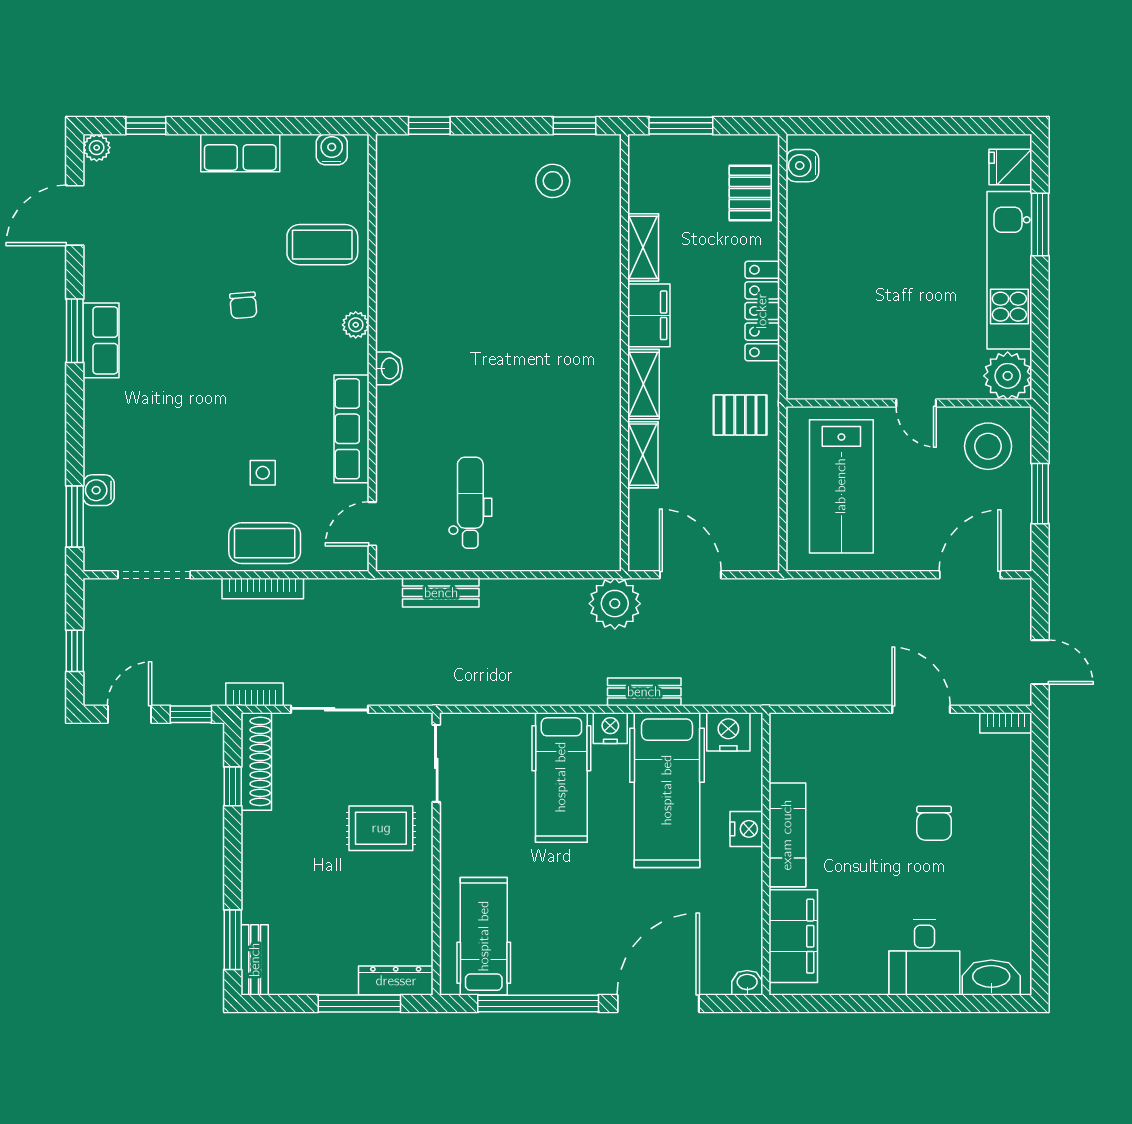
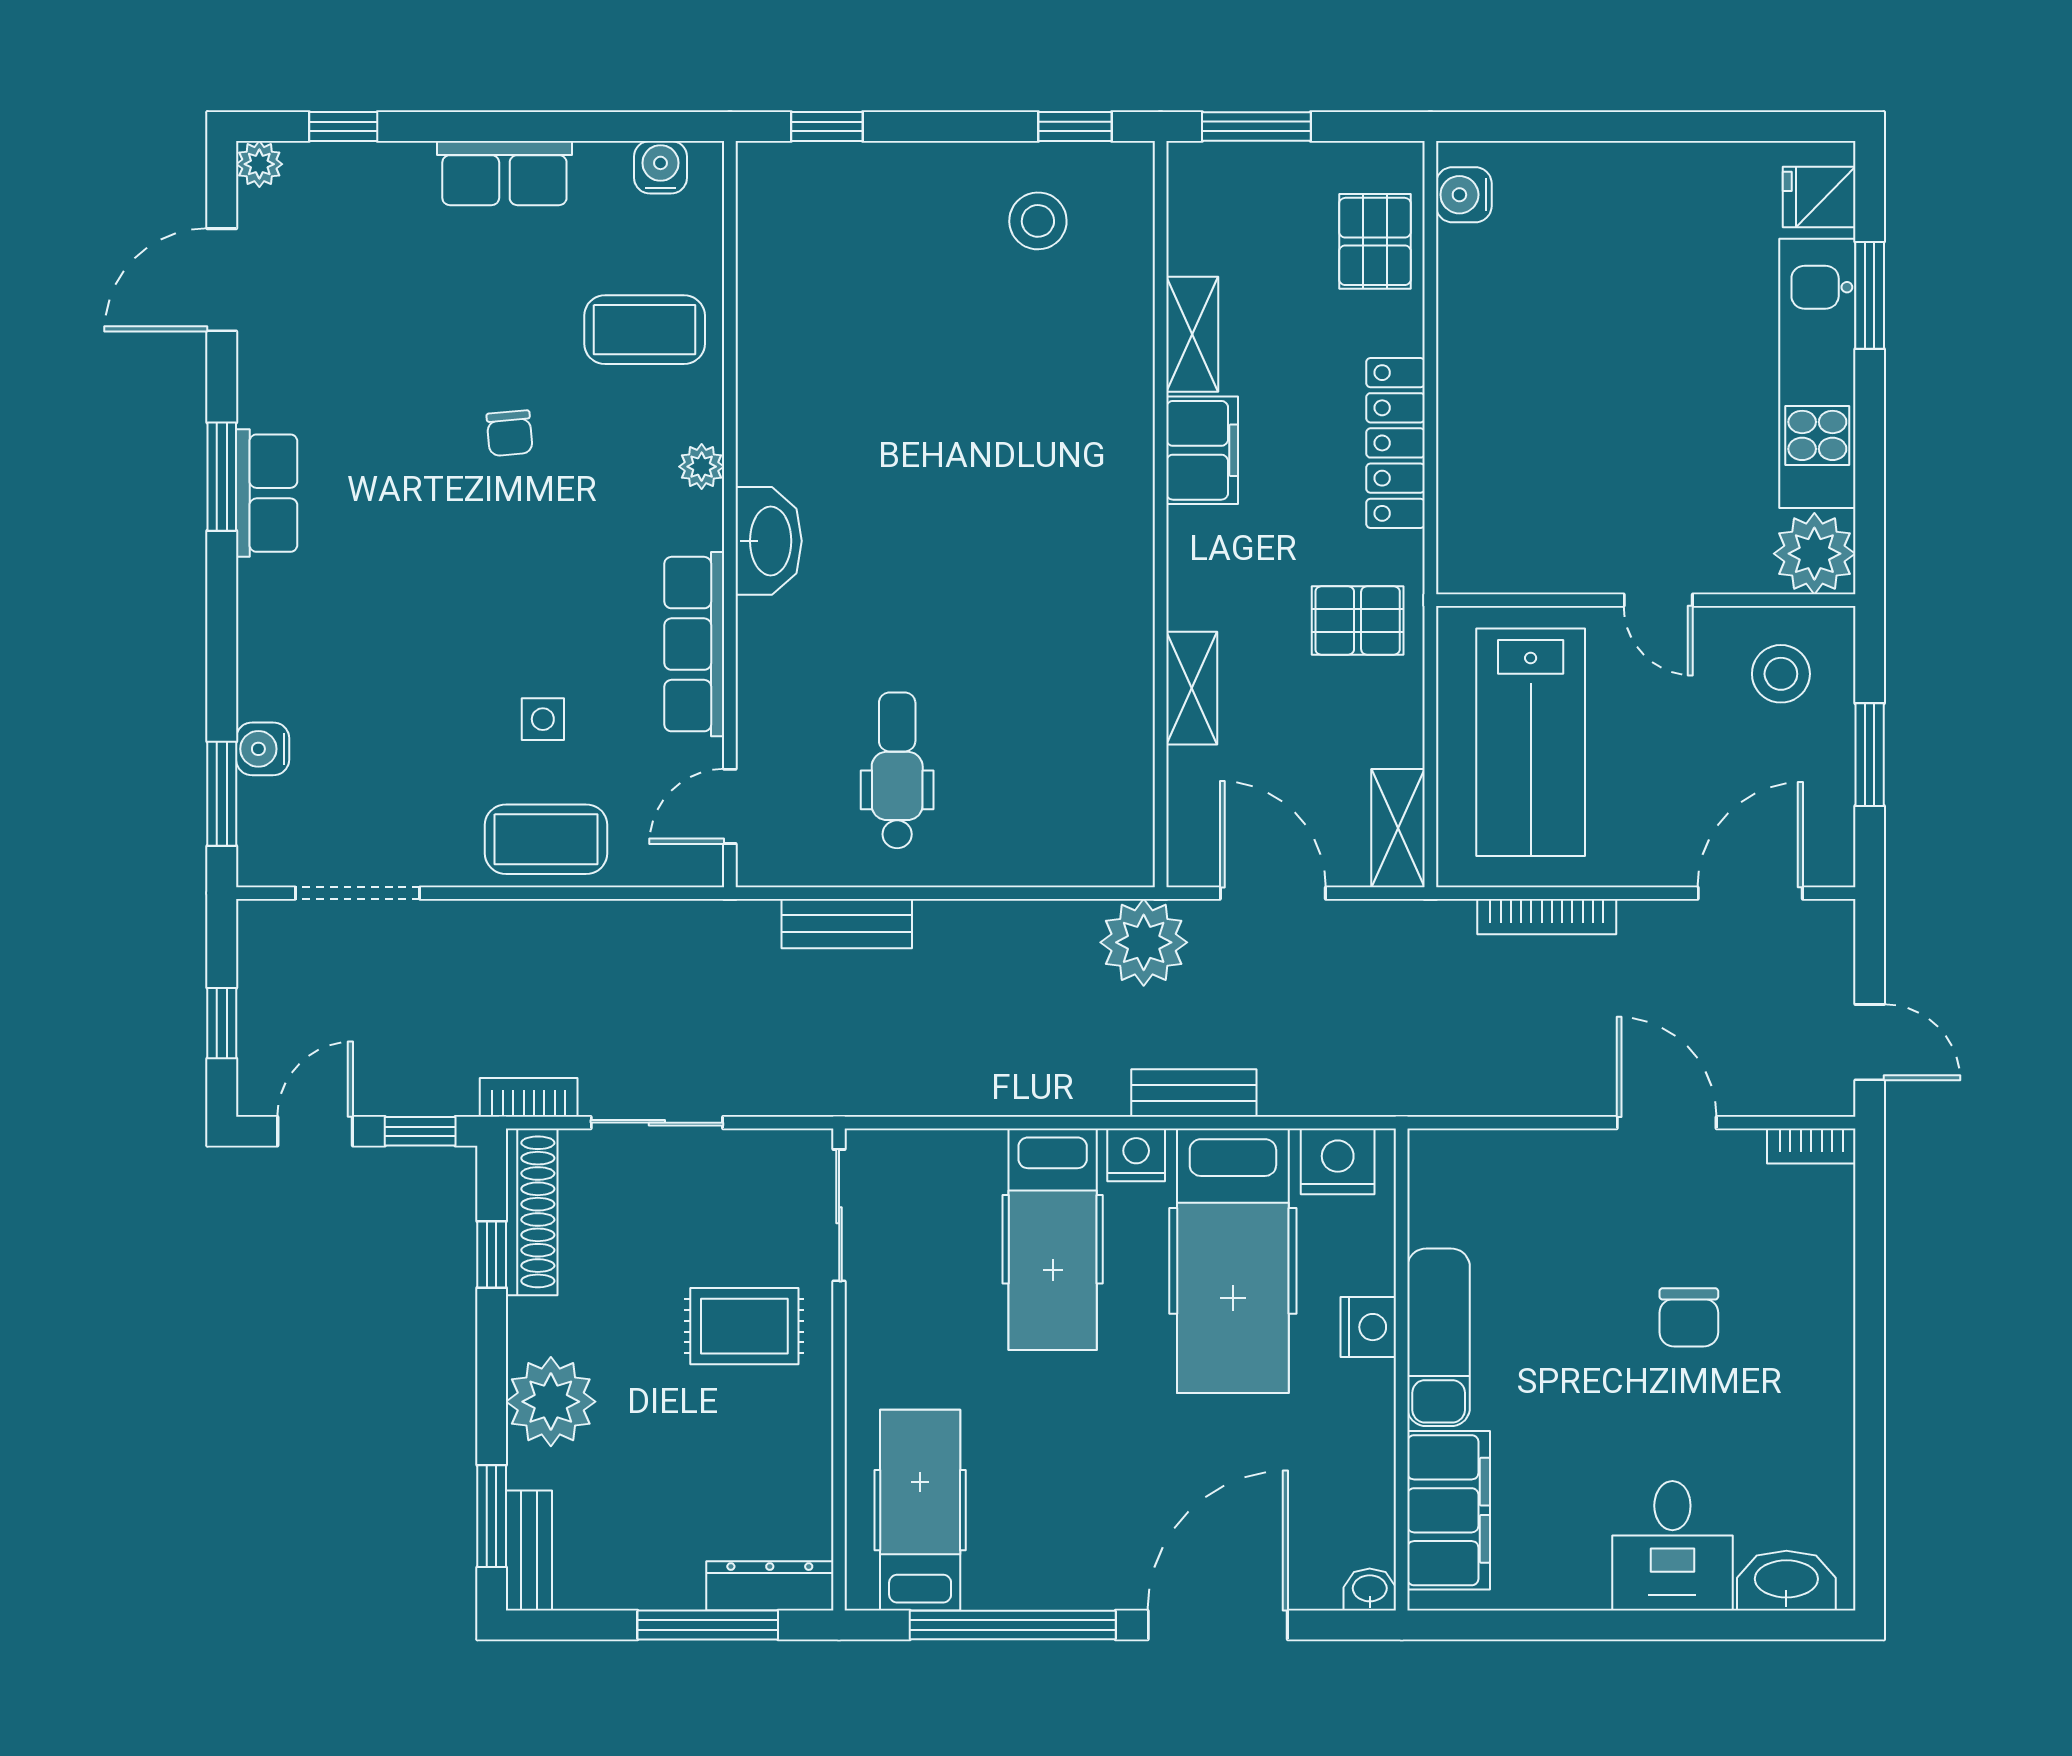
washbasin: (389, 368) -> (769, 541), width x1.91, depth x1.45
shelving: (644, 384) -> (1398, 828), moved
stool: (988, 446) -> (1781, 674), width x0.73, depth x0.73
bookcase: (263, 588) -> (1547, 917), moved
plant: (267, 873) -> (551, 1402), added

